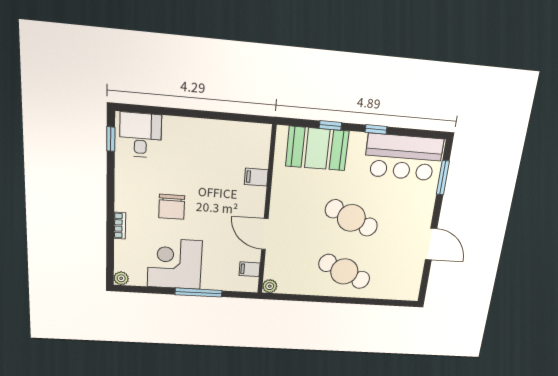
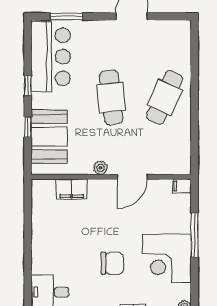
filing cabinet: (256, 177) -> (72, 189), width x2.00
cafe table: (351, 218) -> (111, 97), turned -30
filing cabinet: (250, 269) -> (182, 186), moved, turned 90
plant: (270, 286) -> (101, 168), moved

